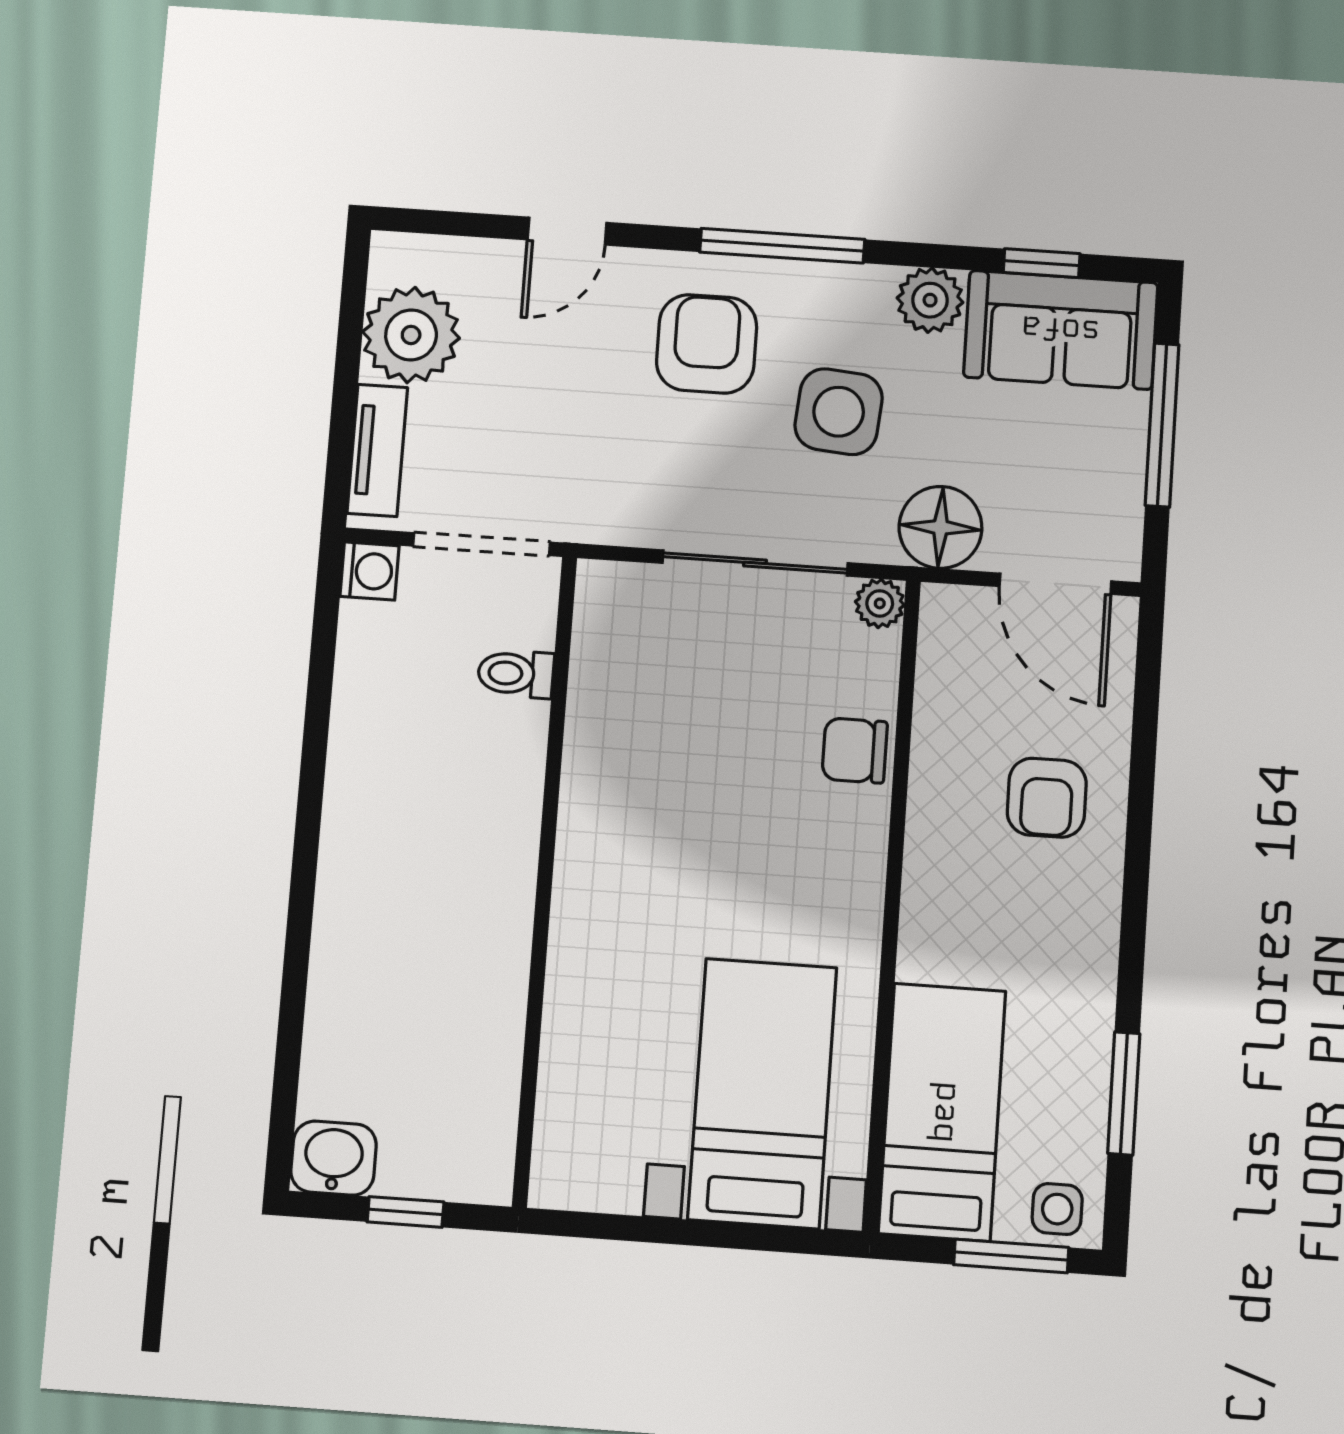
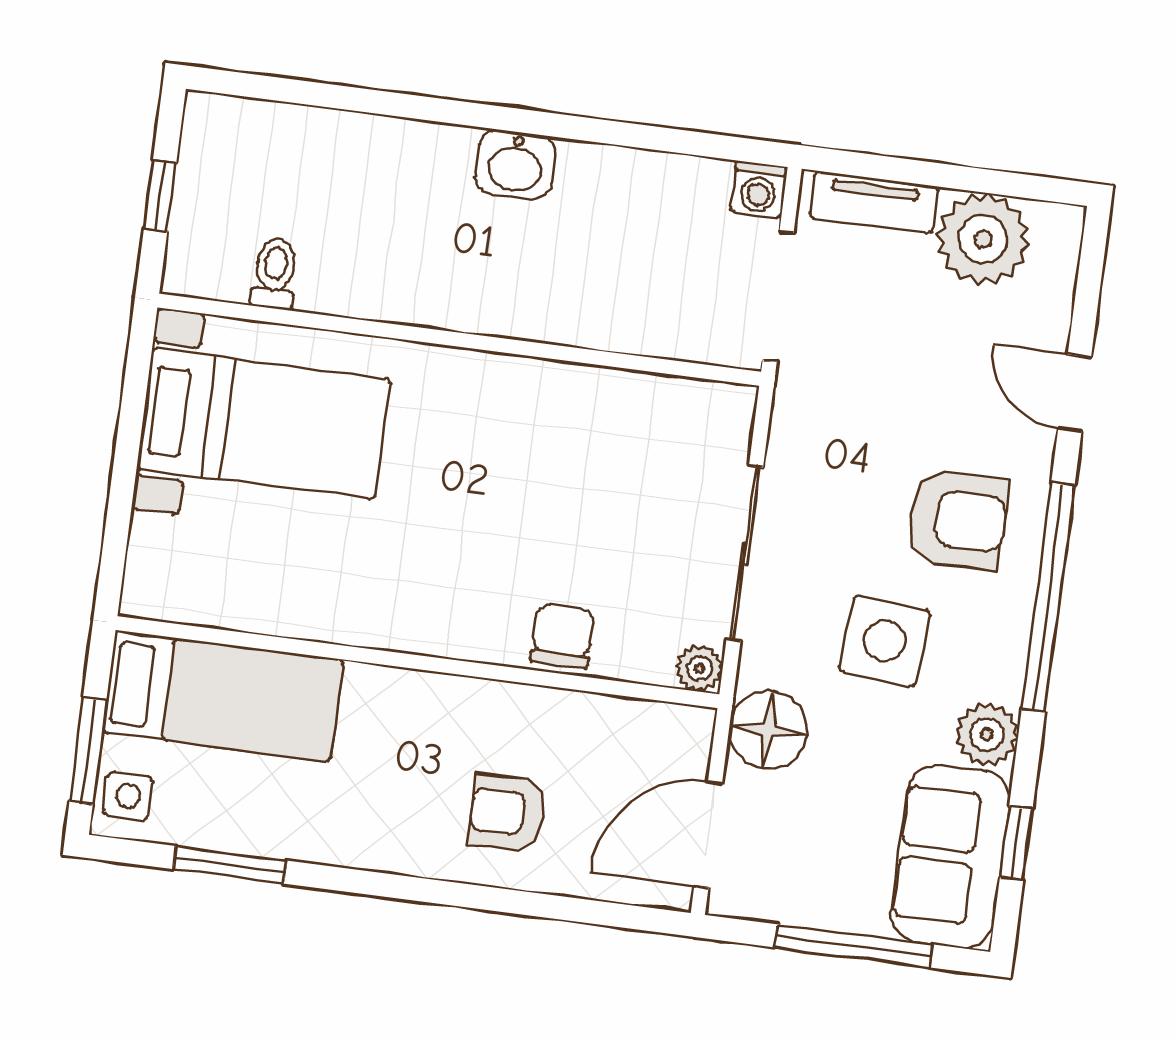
window: (782, 246) -> (1048, 597), width x1.46
toilet: (516, 674) -> (275, 273), moved
bed with nightstands: (762, 1093) -> (263, 424), moved
washbasin: (334, 1158) -> (516, 164), moved, turned 90

